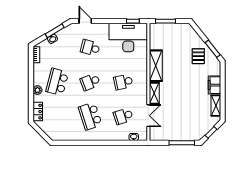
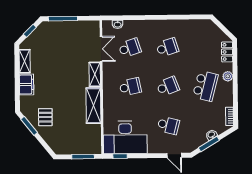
school desk: (90, 116) -> (167, 47), width x0.54
double door: (148, 116) -> (101, 49), swing flipped

